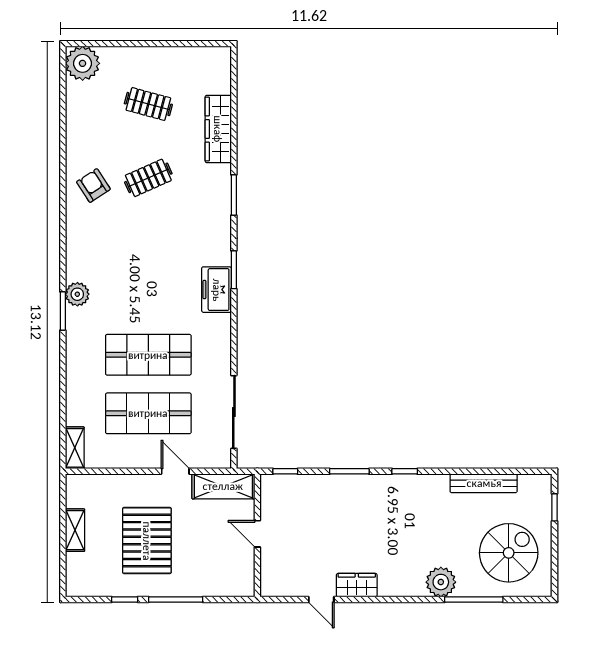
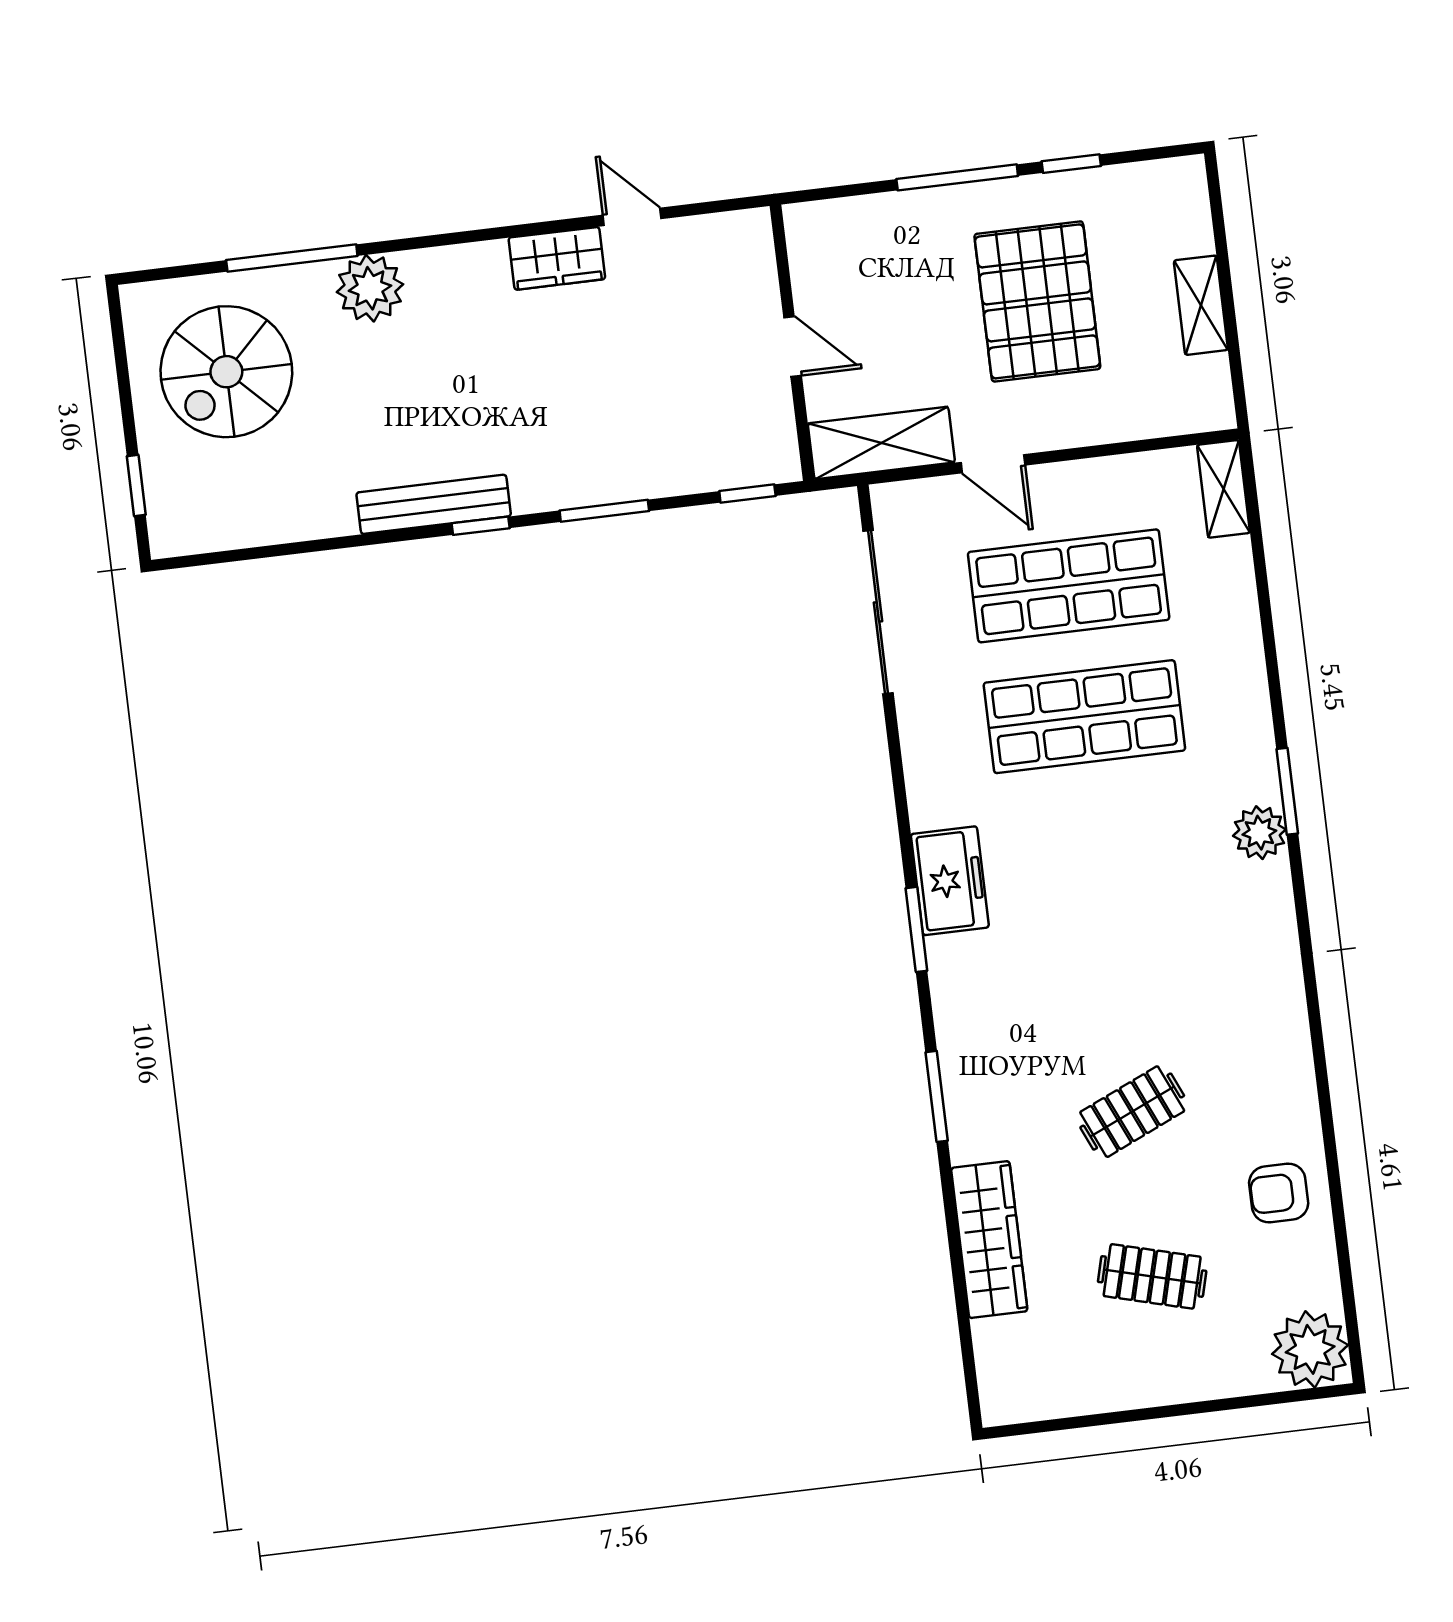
armchair: (93, 186) -> (1279, 1193), moved, turned 123
bench: (484, 483) -> (434, 504), moved

